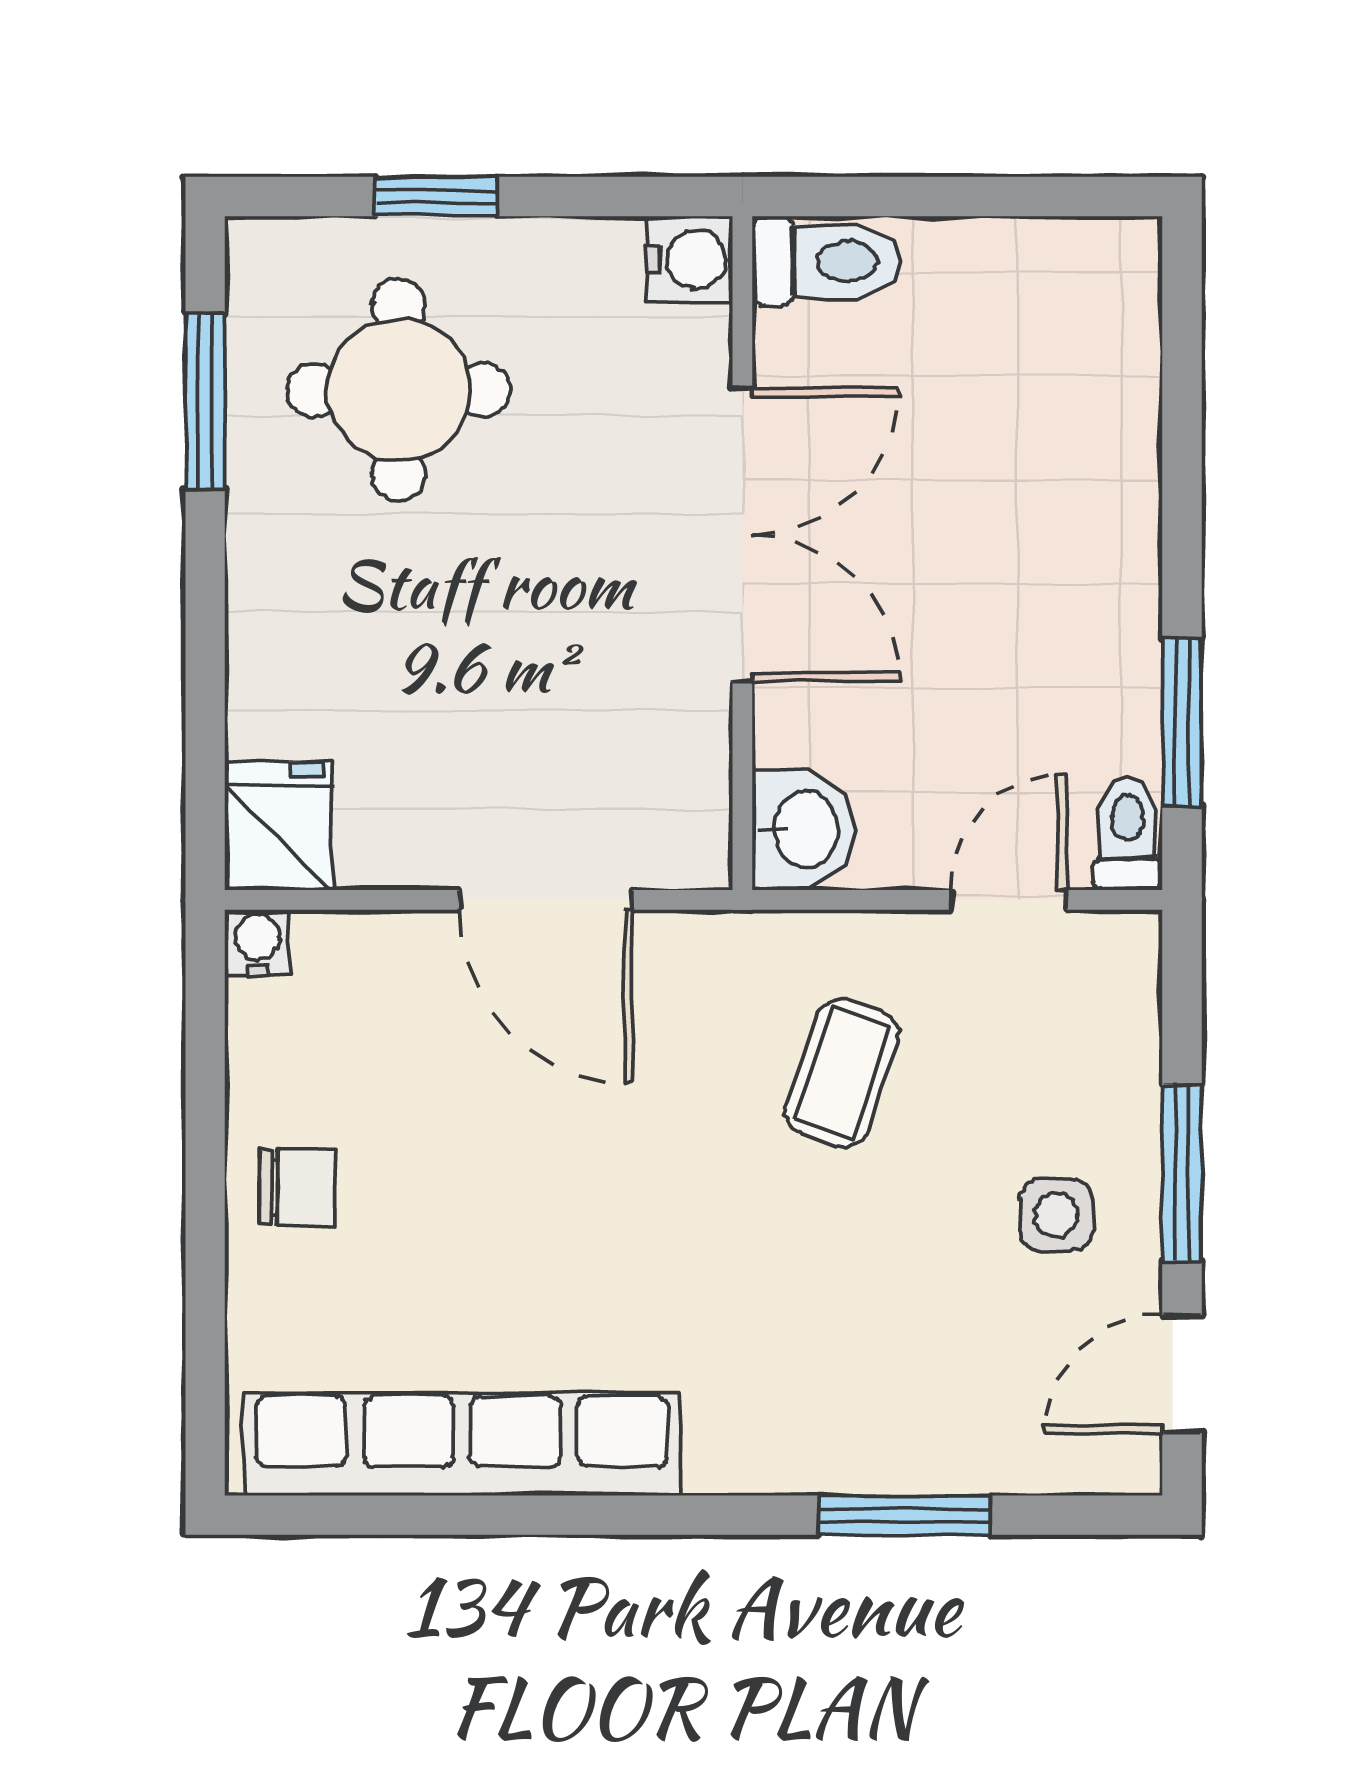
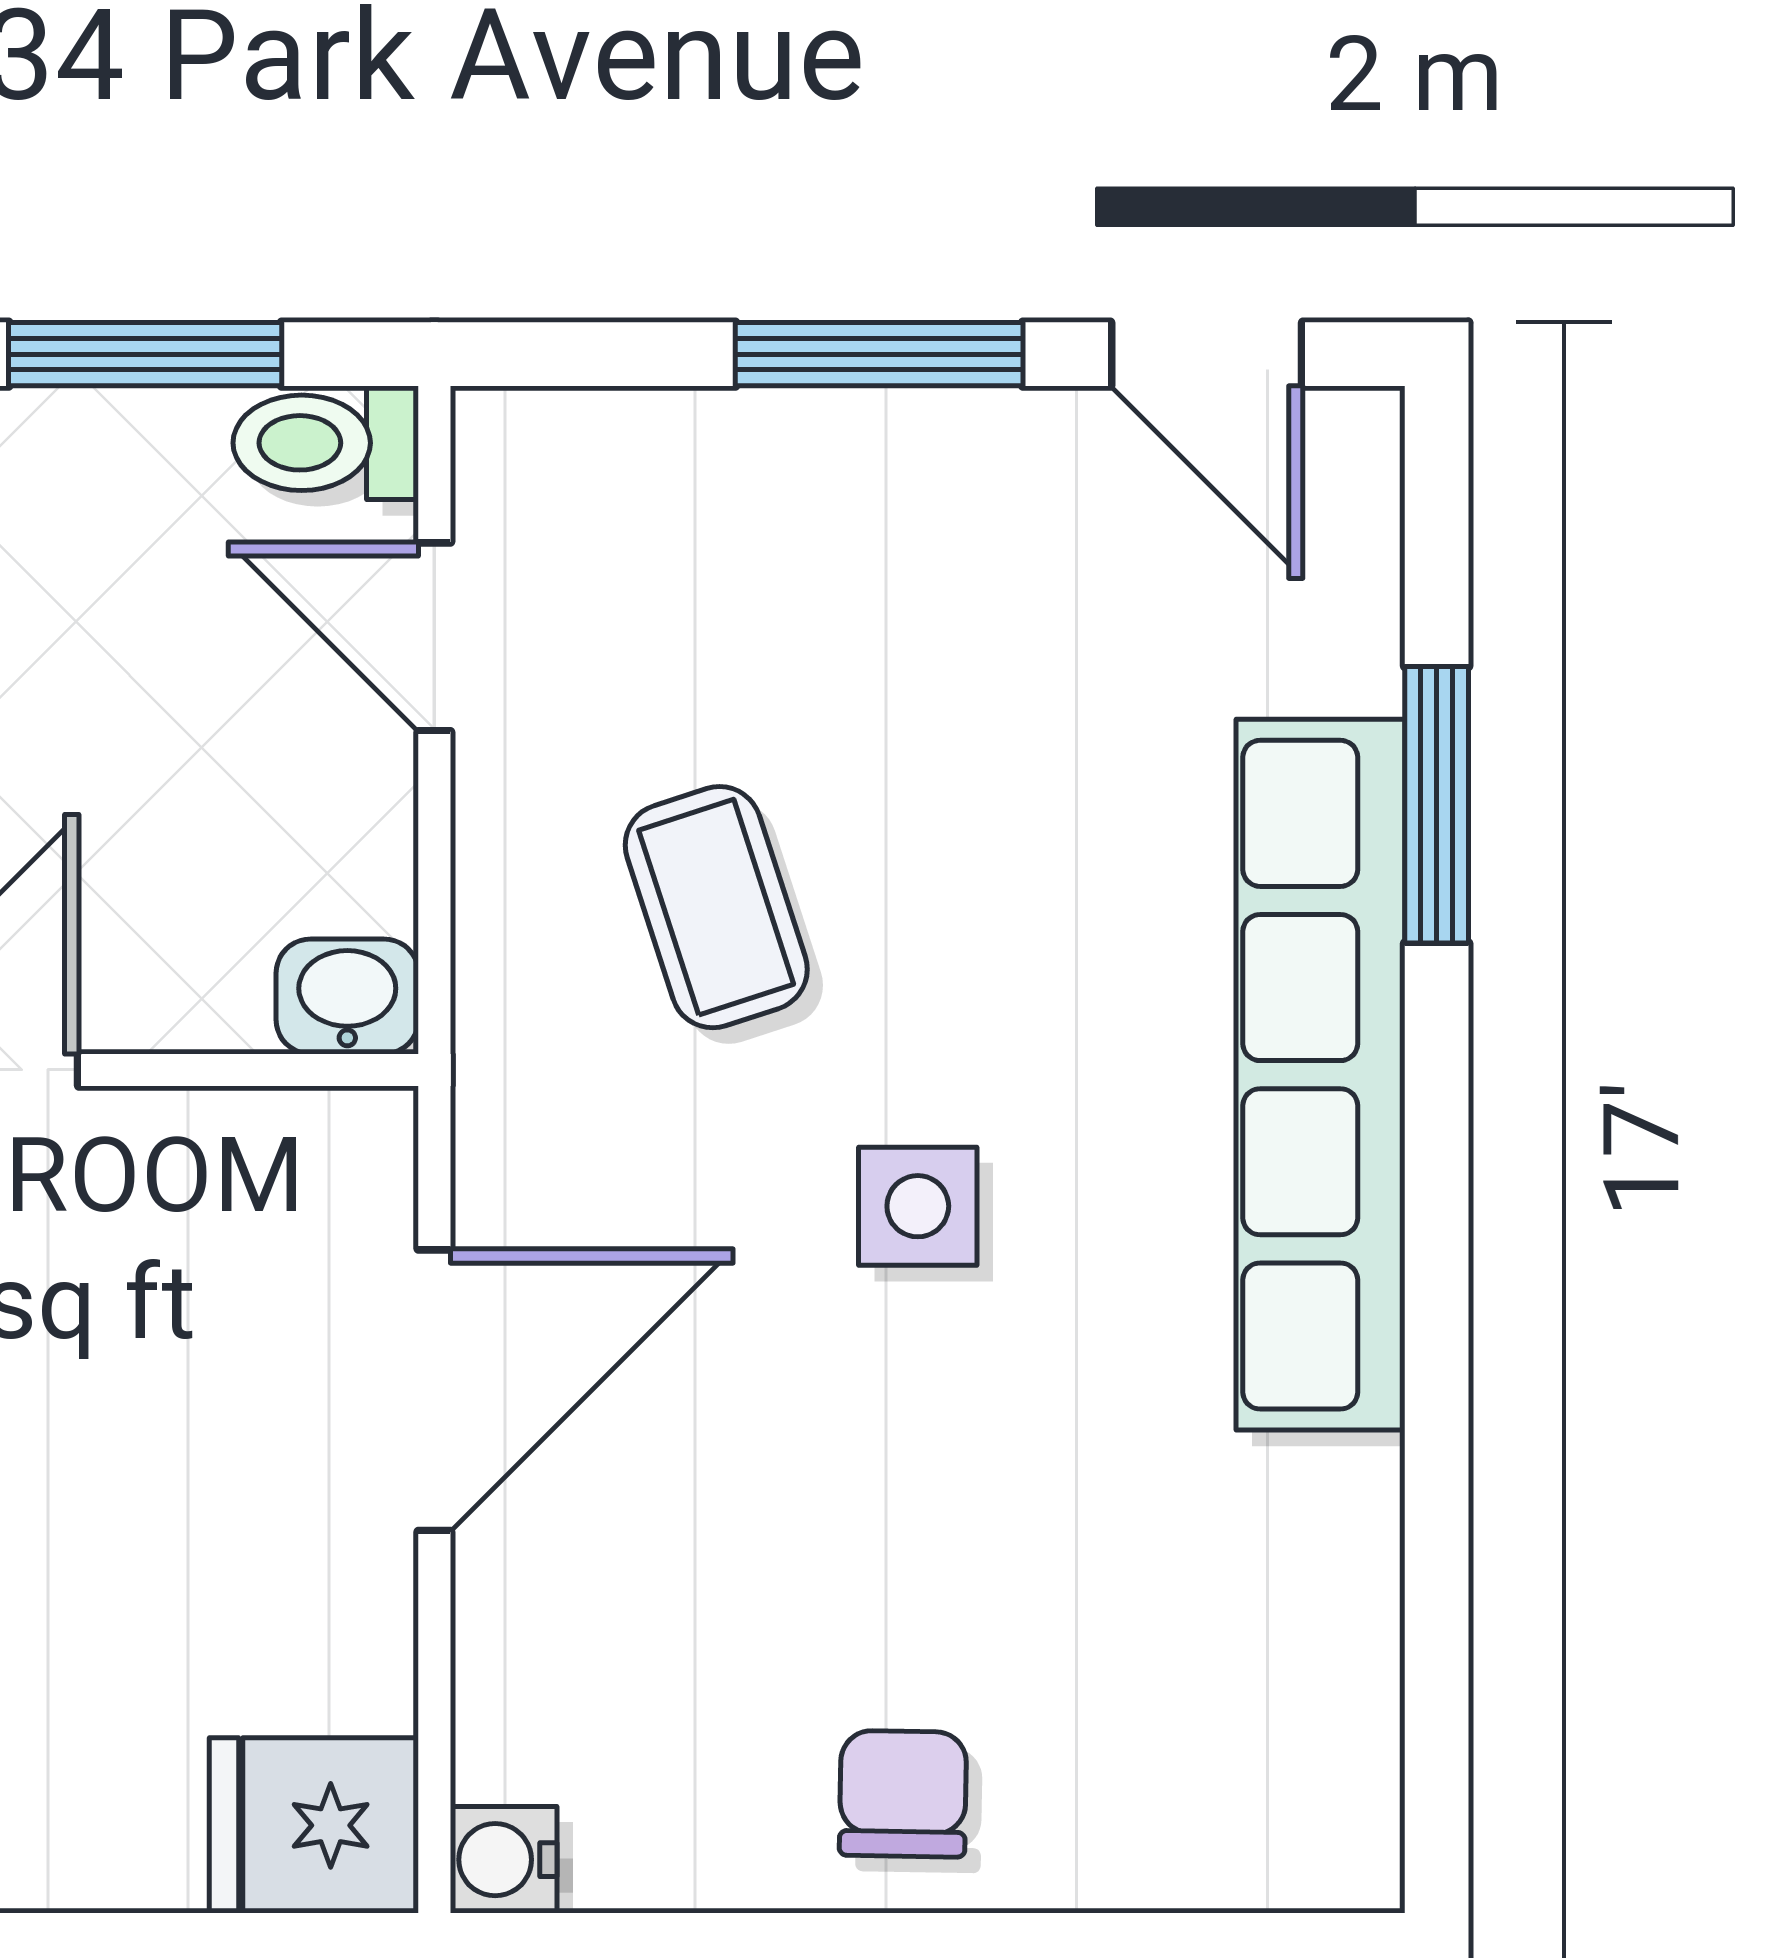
washbasin: (803, 830) -> (347, 996), width x0.72, depth x0.69
coffee table: (842, 1073) -> (716, 907), turned 53
side table: (1056, 1215) -> (918, 1206), moved
row of seats: (462, 1444) -> (1320, 1075), moved

